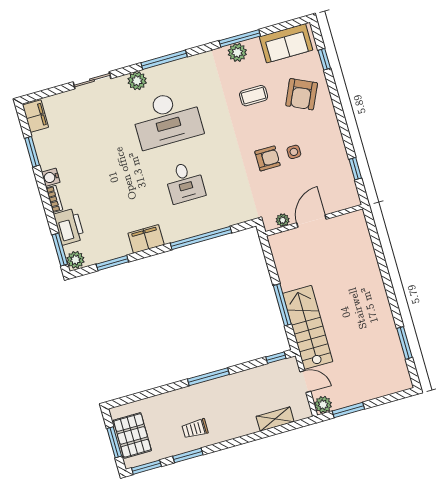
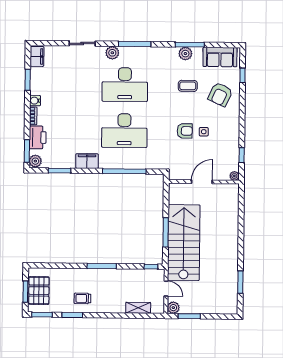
desk: (185, 182) -> (124, 131), width x1.87, depth x1.30
plant: (283, 220) -> (234, 176), moved
stairs: (308, 327) -> (184, 243), width x1.36, depth x1.51

